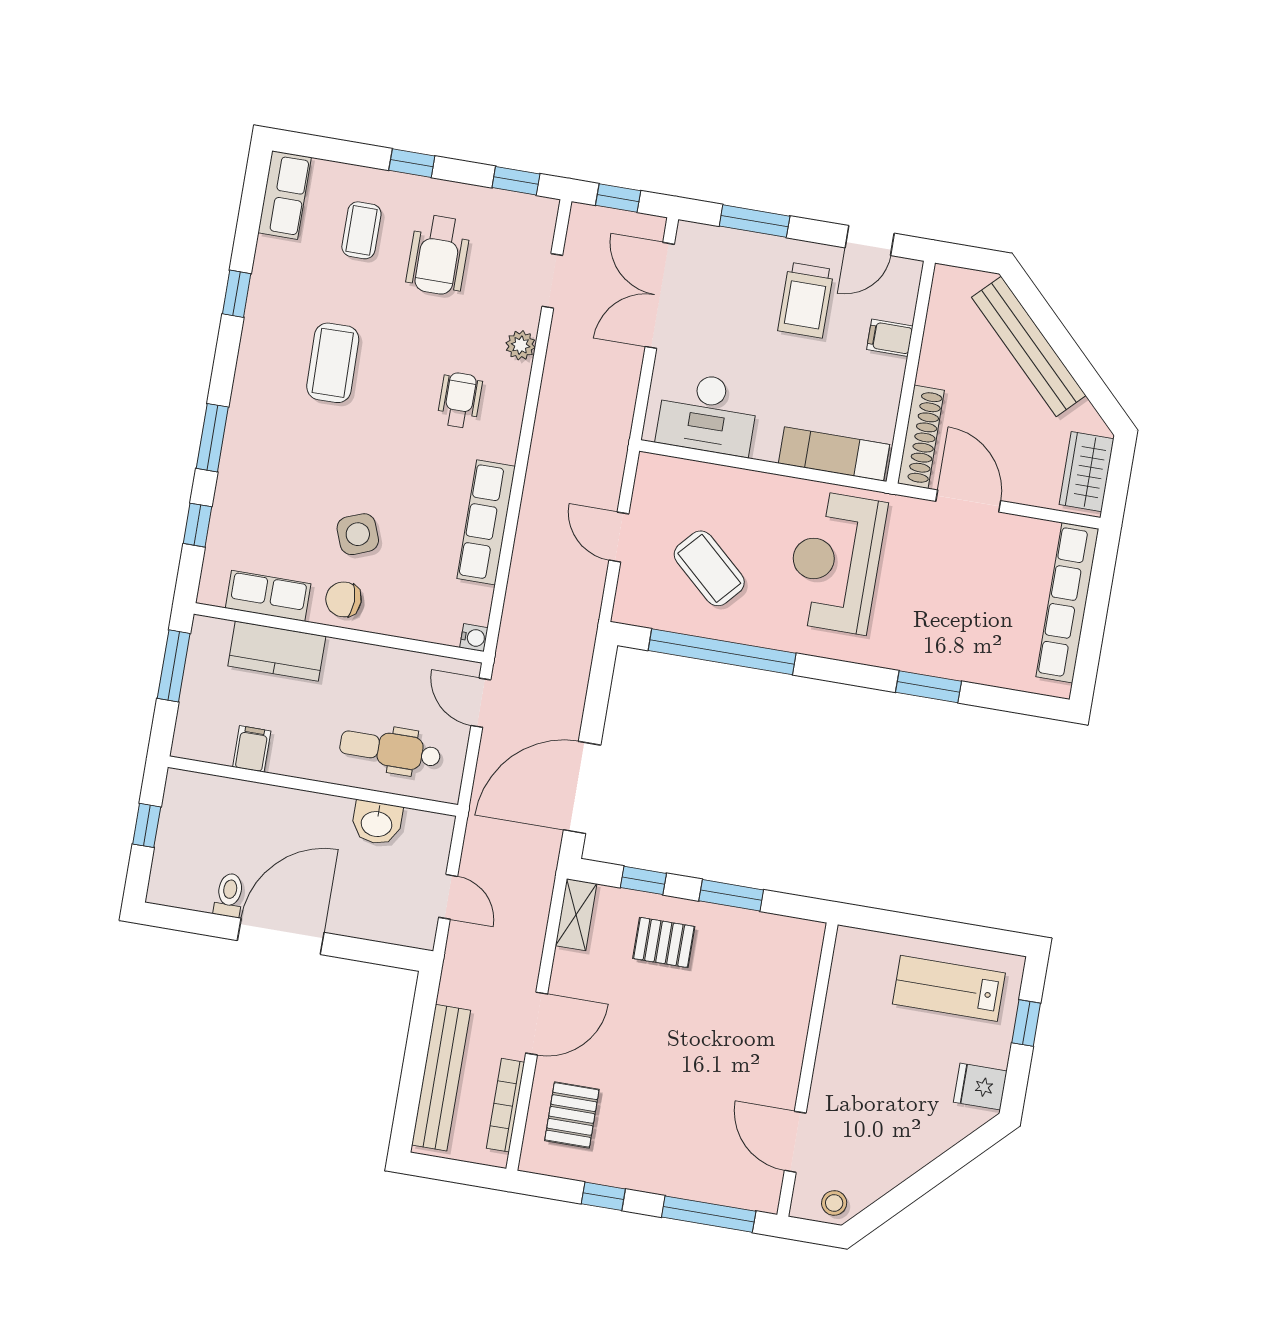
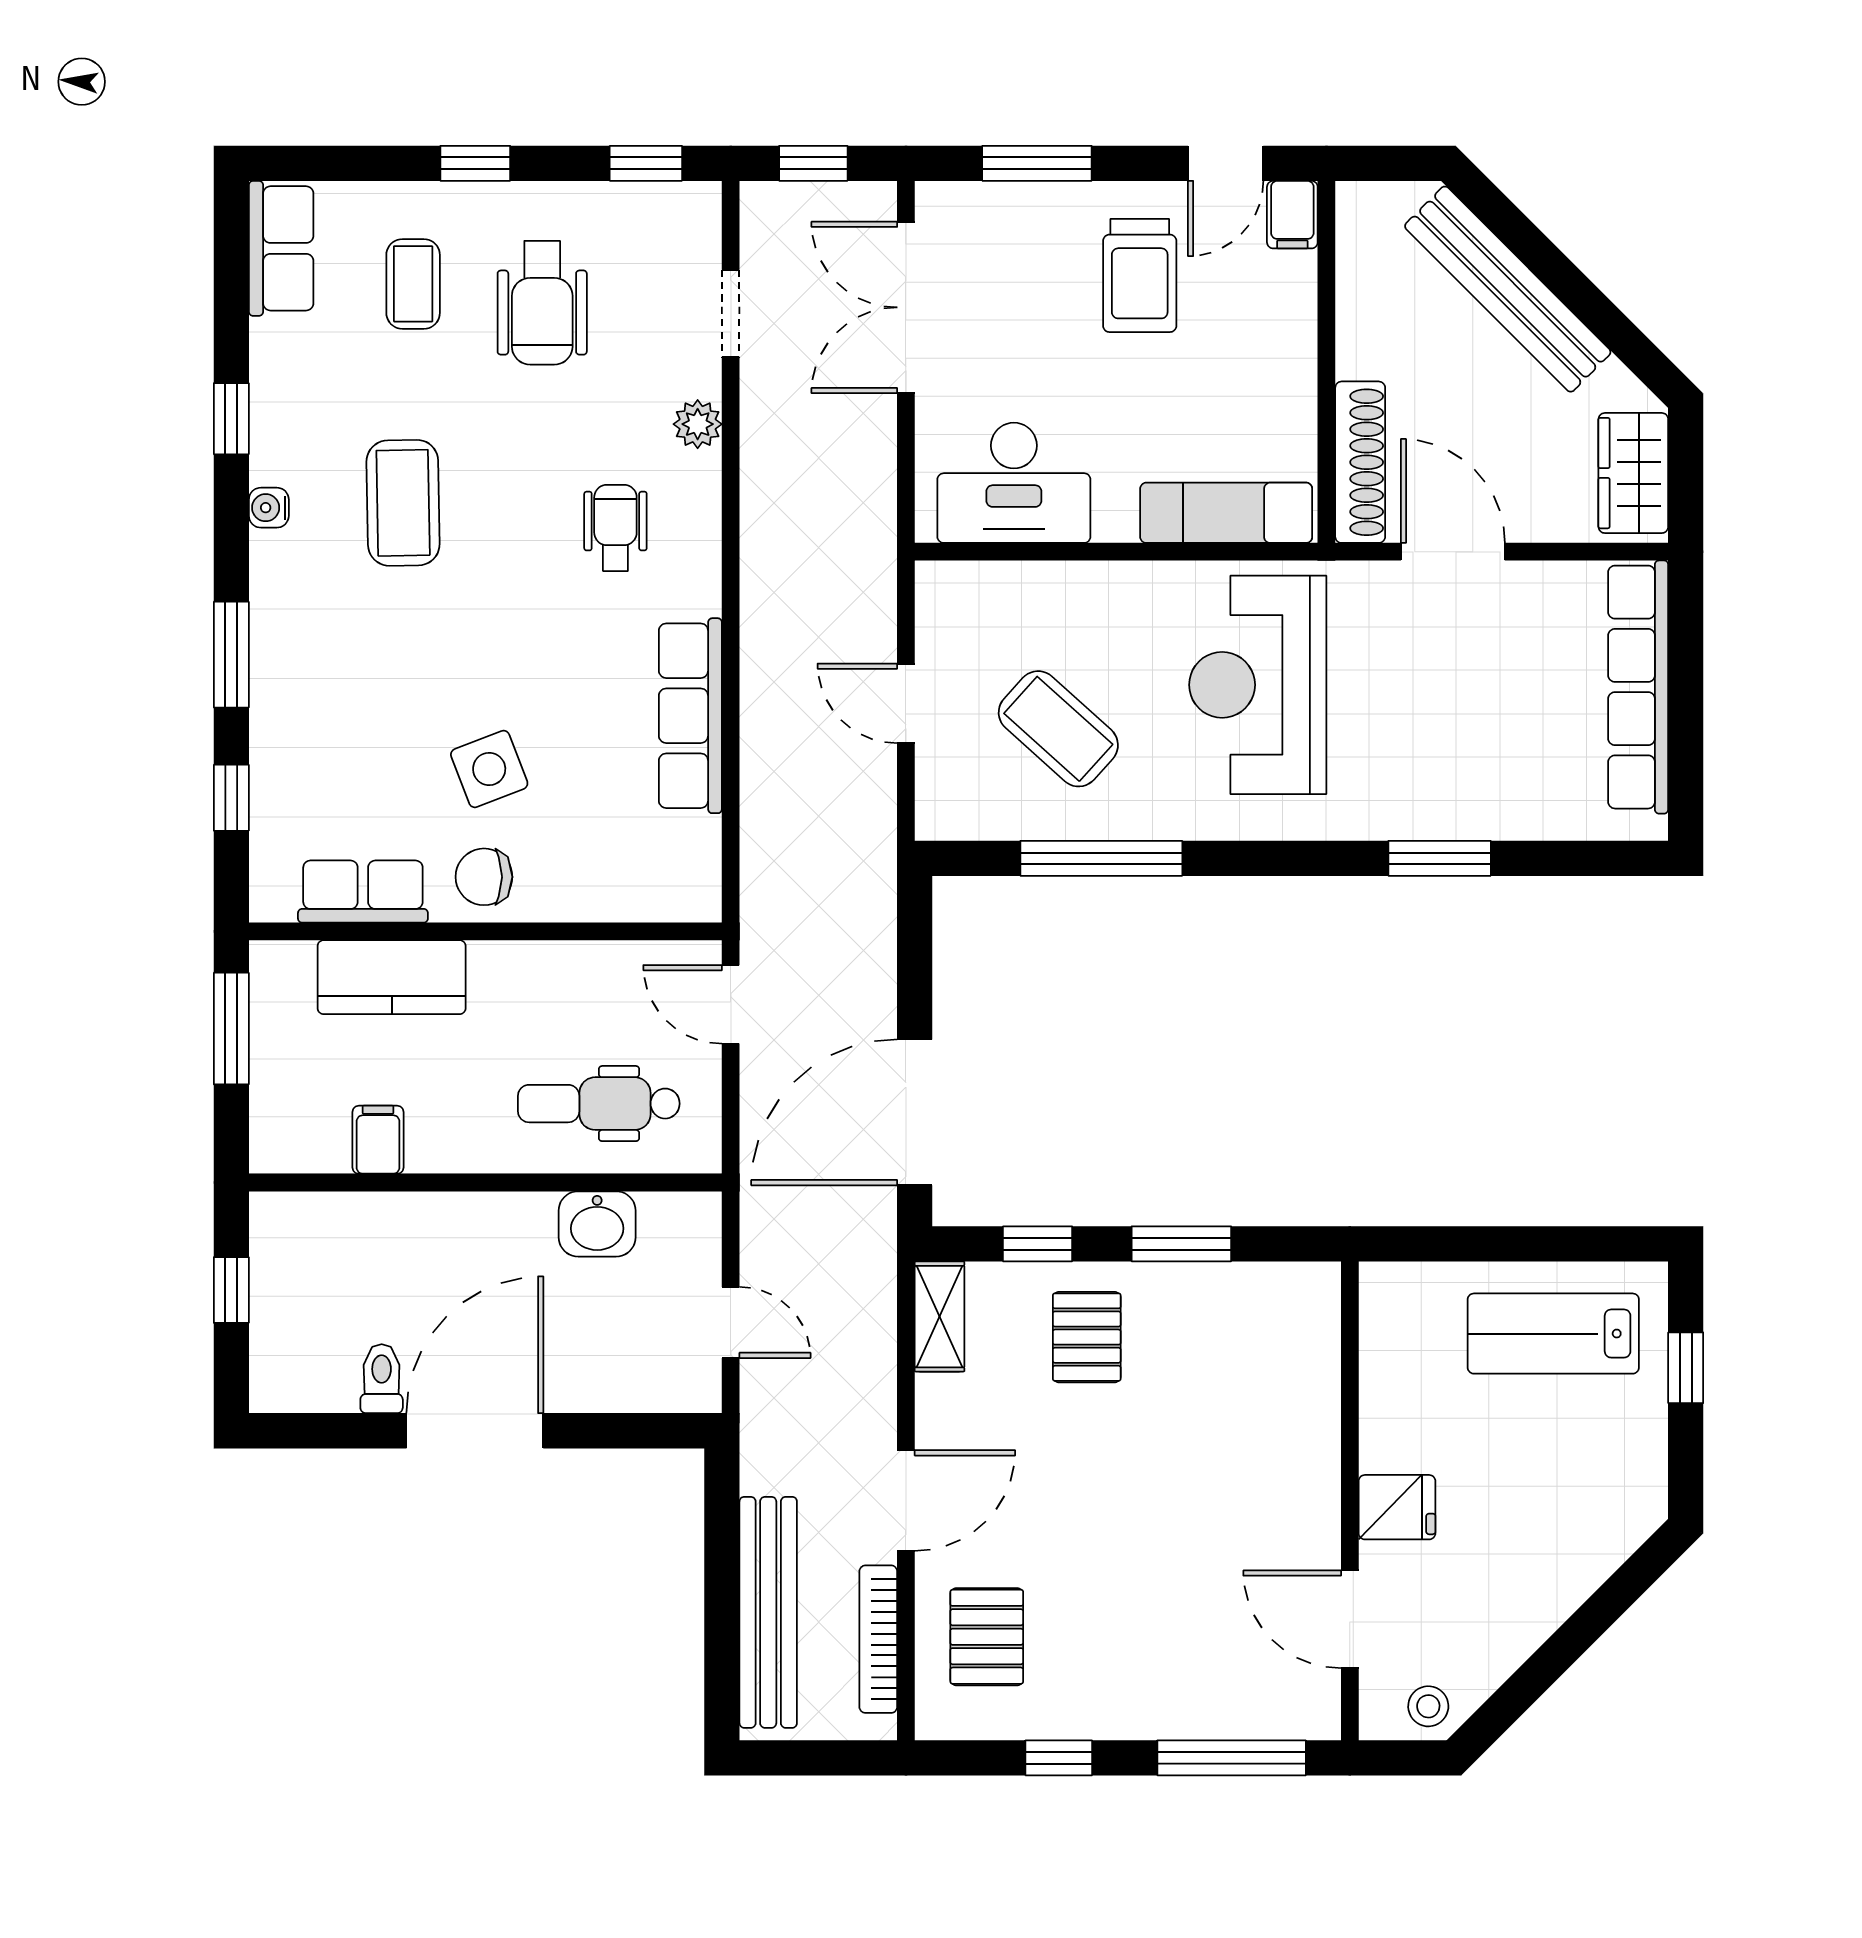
filing cabinet: (890, 338) -> (1292, 215), moved, turned -90
water cooler: (474, 638) -> (269, 508), moved, turned 180
window: (722, 652) -> (1101, 858), width x0.68
pallet: (664, 942) -> (1087, 1337), turned 90
fridge: (980, 1087) -> (1397, 1507), moved, turned 180

